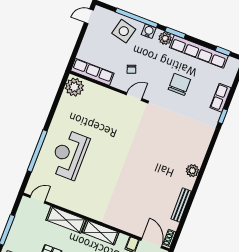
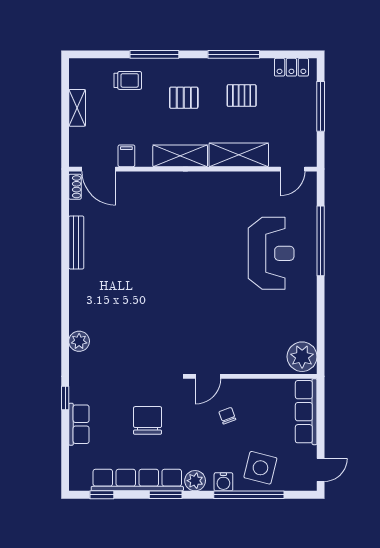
window: (175, 33) -> (166, 495), moved
row of seats: (92, 72) -> (306, 412), moved, turned 90
chair: (179, 84) -> (148, 420), turned 180
plant: (192, 171) -> (79, 341), moved

